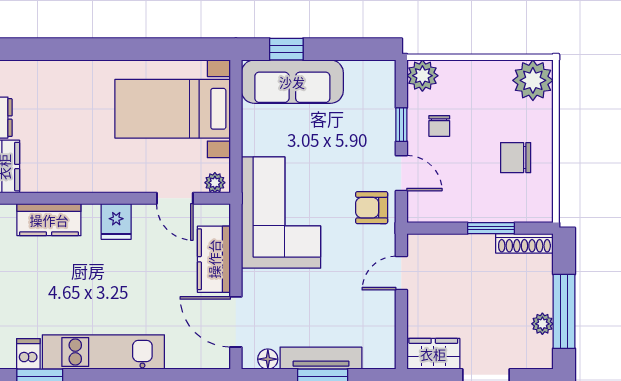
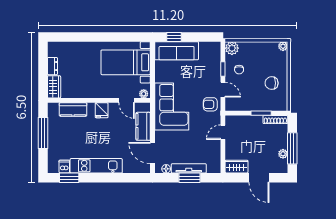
plant: (533, 80) -> (283, 46), width x0.53, depth x0.53

